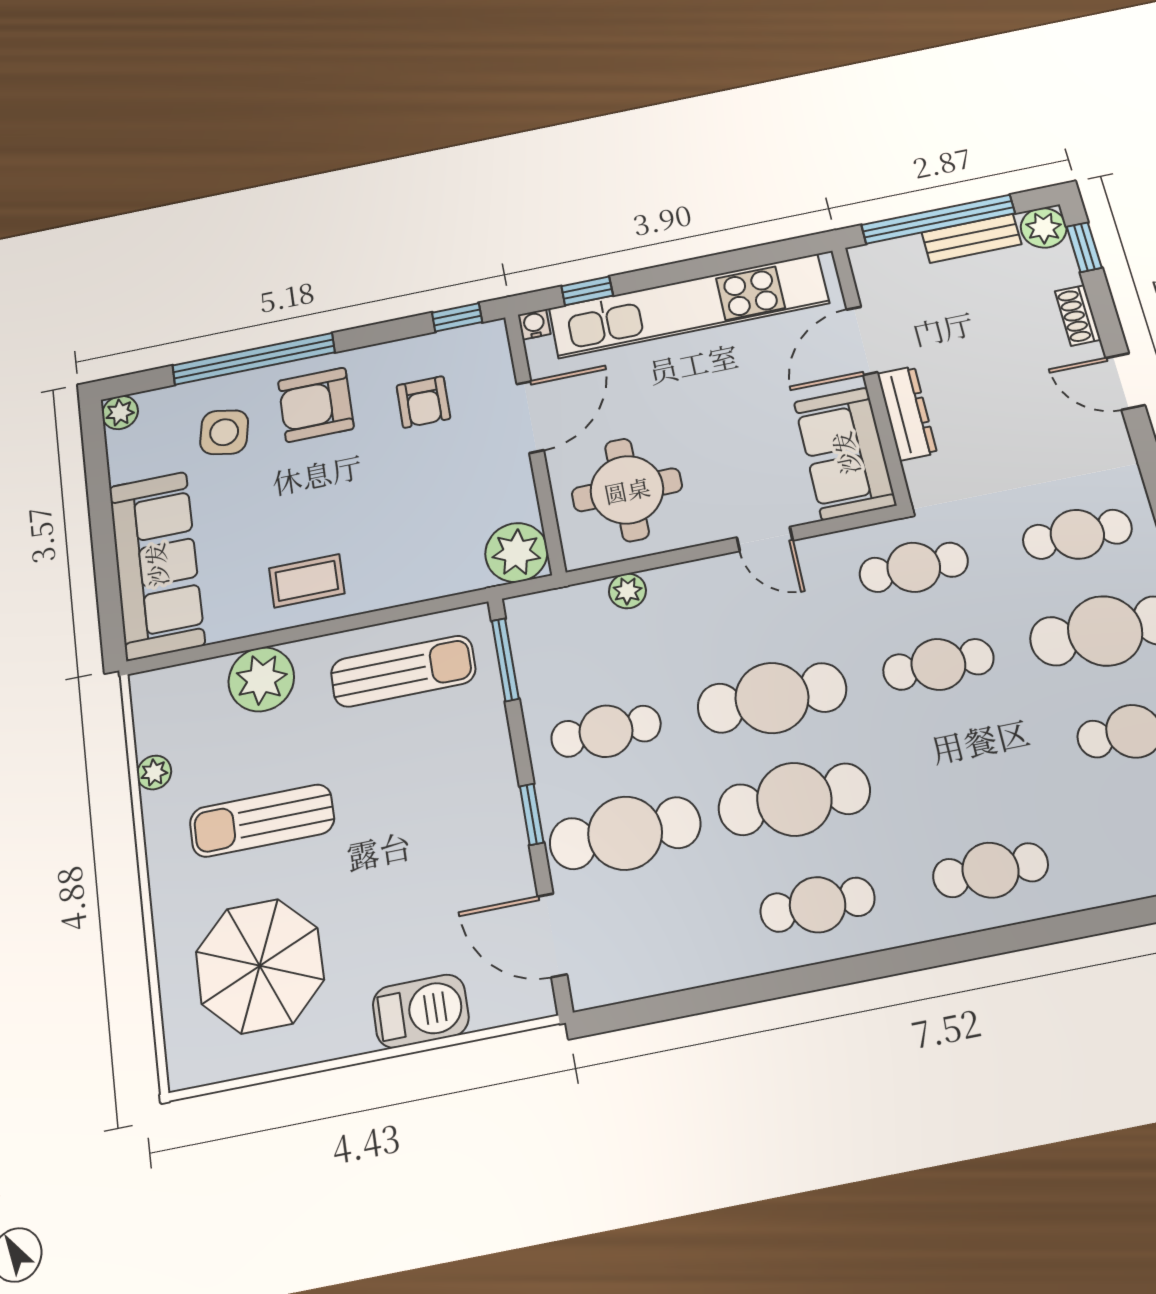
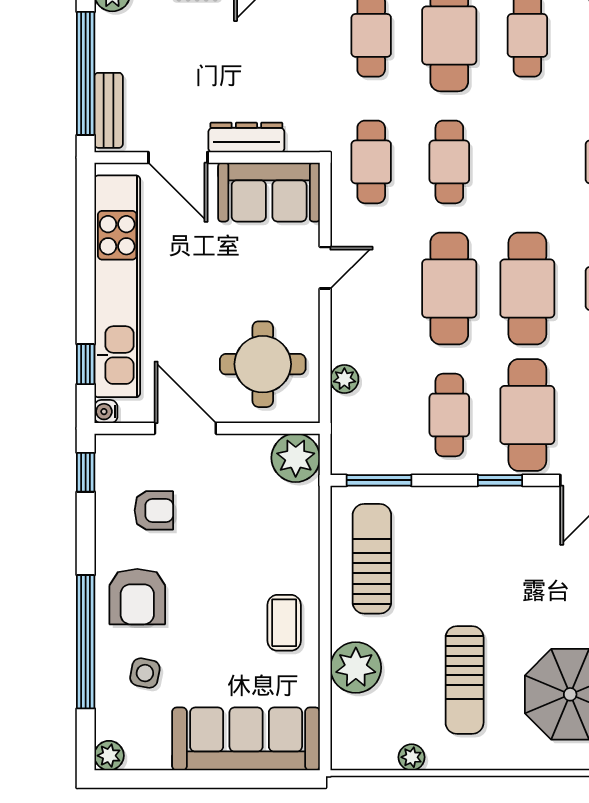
bench: (971, 238) -> (109, 110), moved
side table: (224, 432) -> (145, 673), width x0.73, depth x0.73

